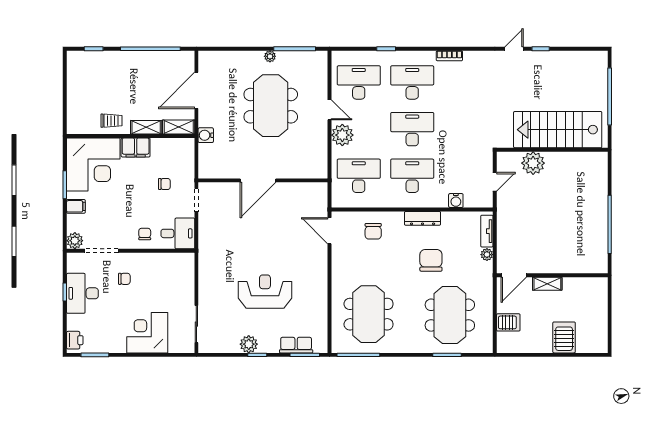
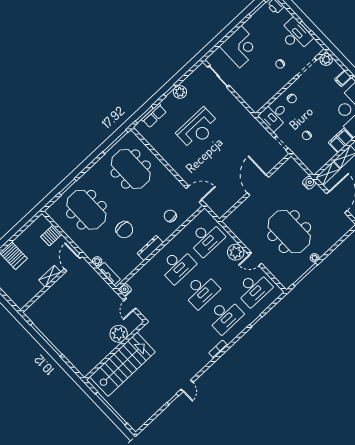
water cooler: (456, 201) -> (125, 290), moved

